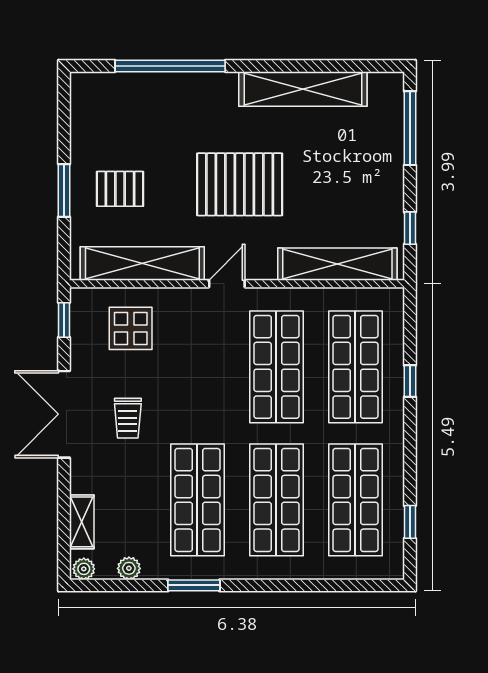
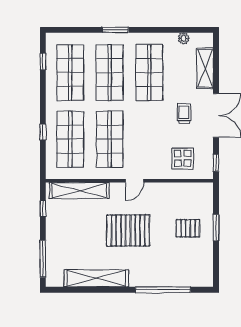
shelving: (142, 263) -> (177, 191), removed
shelving: (82, 522) -> (205, 68), width x1.50, depth x1.33
plant: (84, 569) -> (206, 38), removed
window: (194, 585) -> (115, 30), moved

